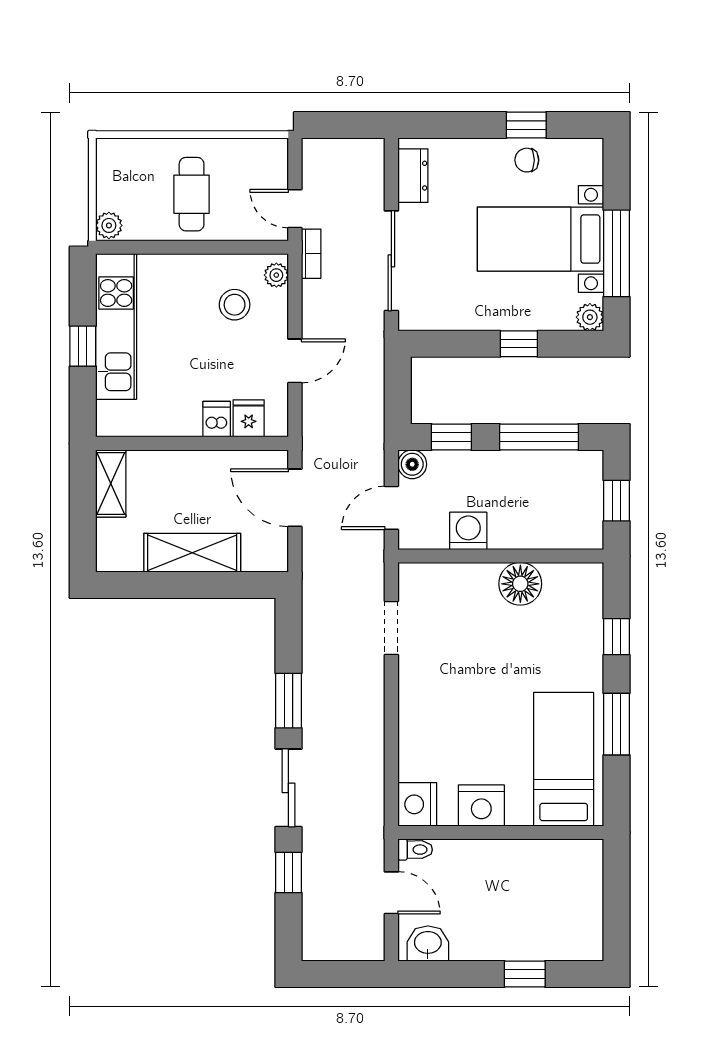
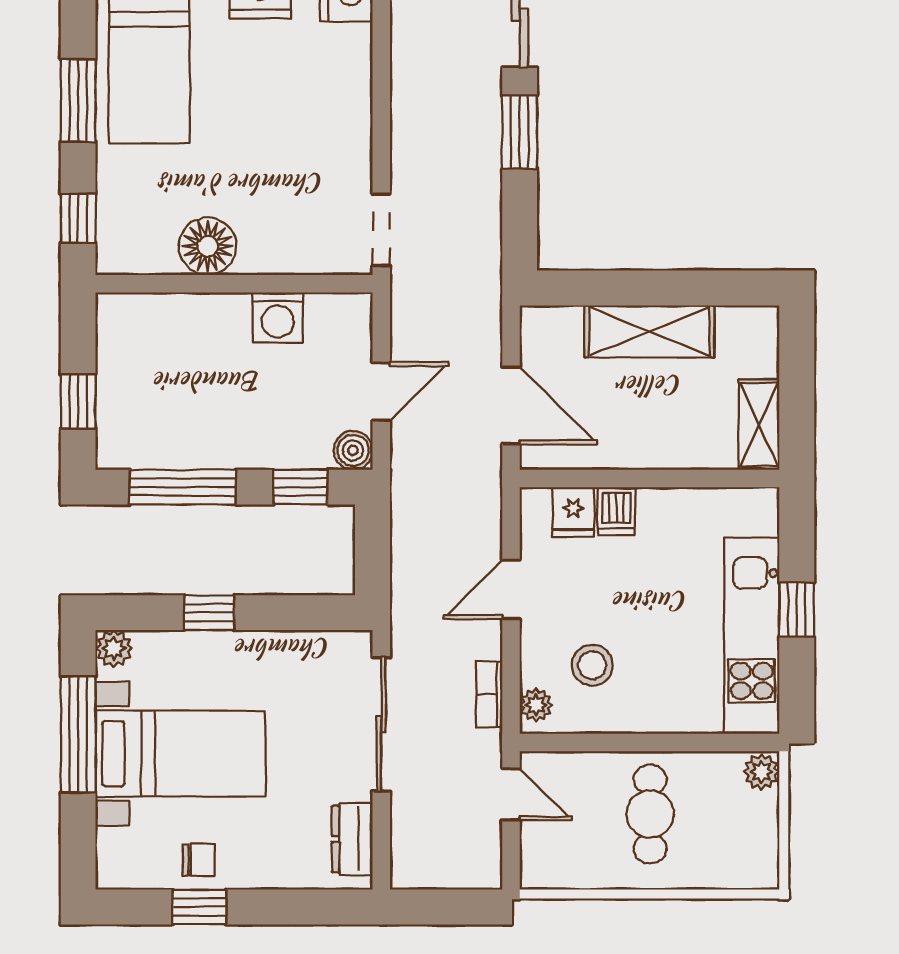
bookcase: (311, 254) -> (489, 694), moved
washing machine: (468, 531) -> (278, 317), moved
wall: (501, 556) -> (234, 284), moved
floor lamp: (520, 584) -> (208, 246), moved

